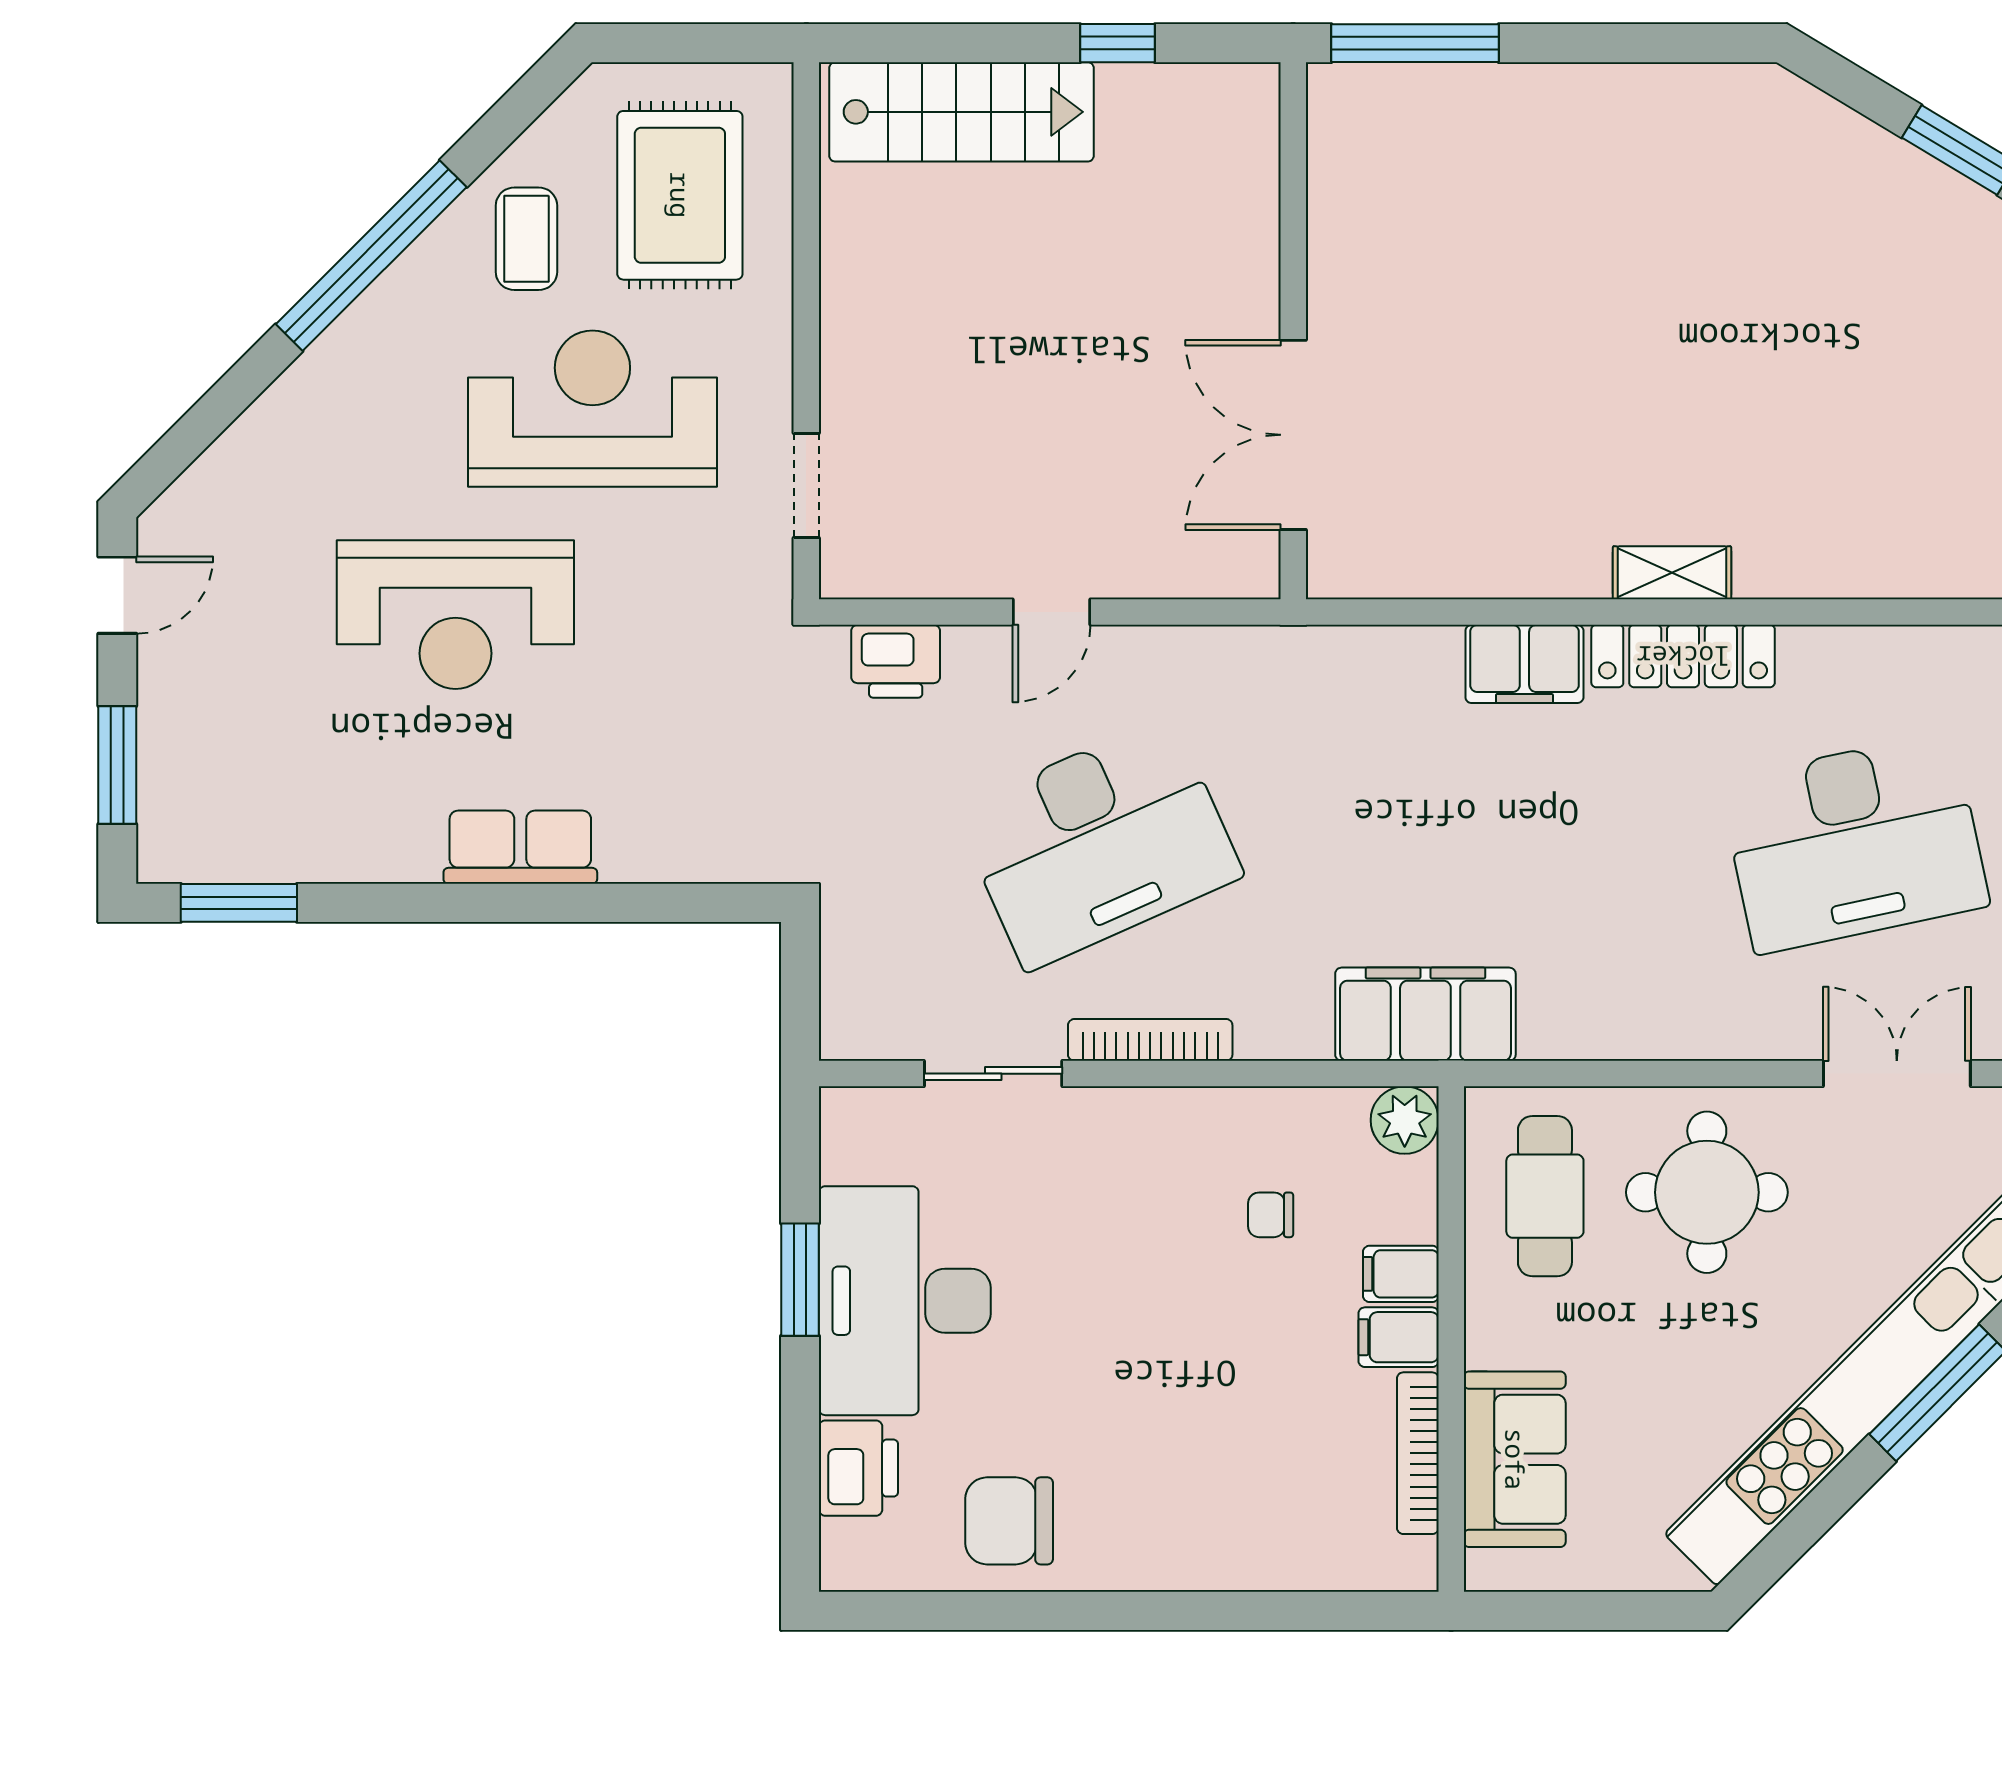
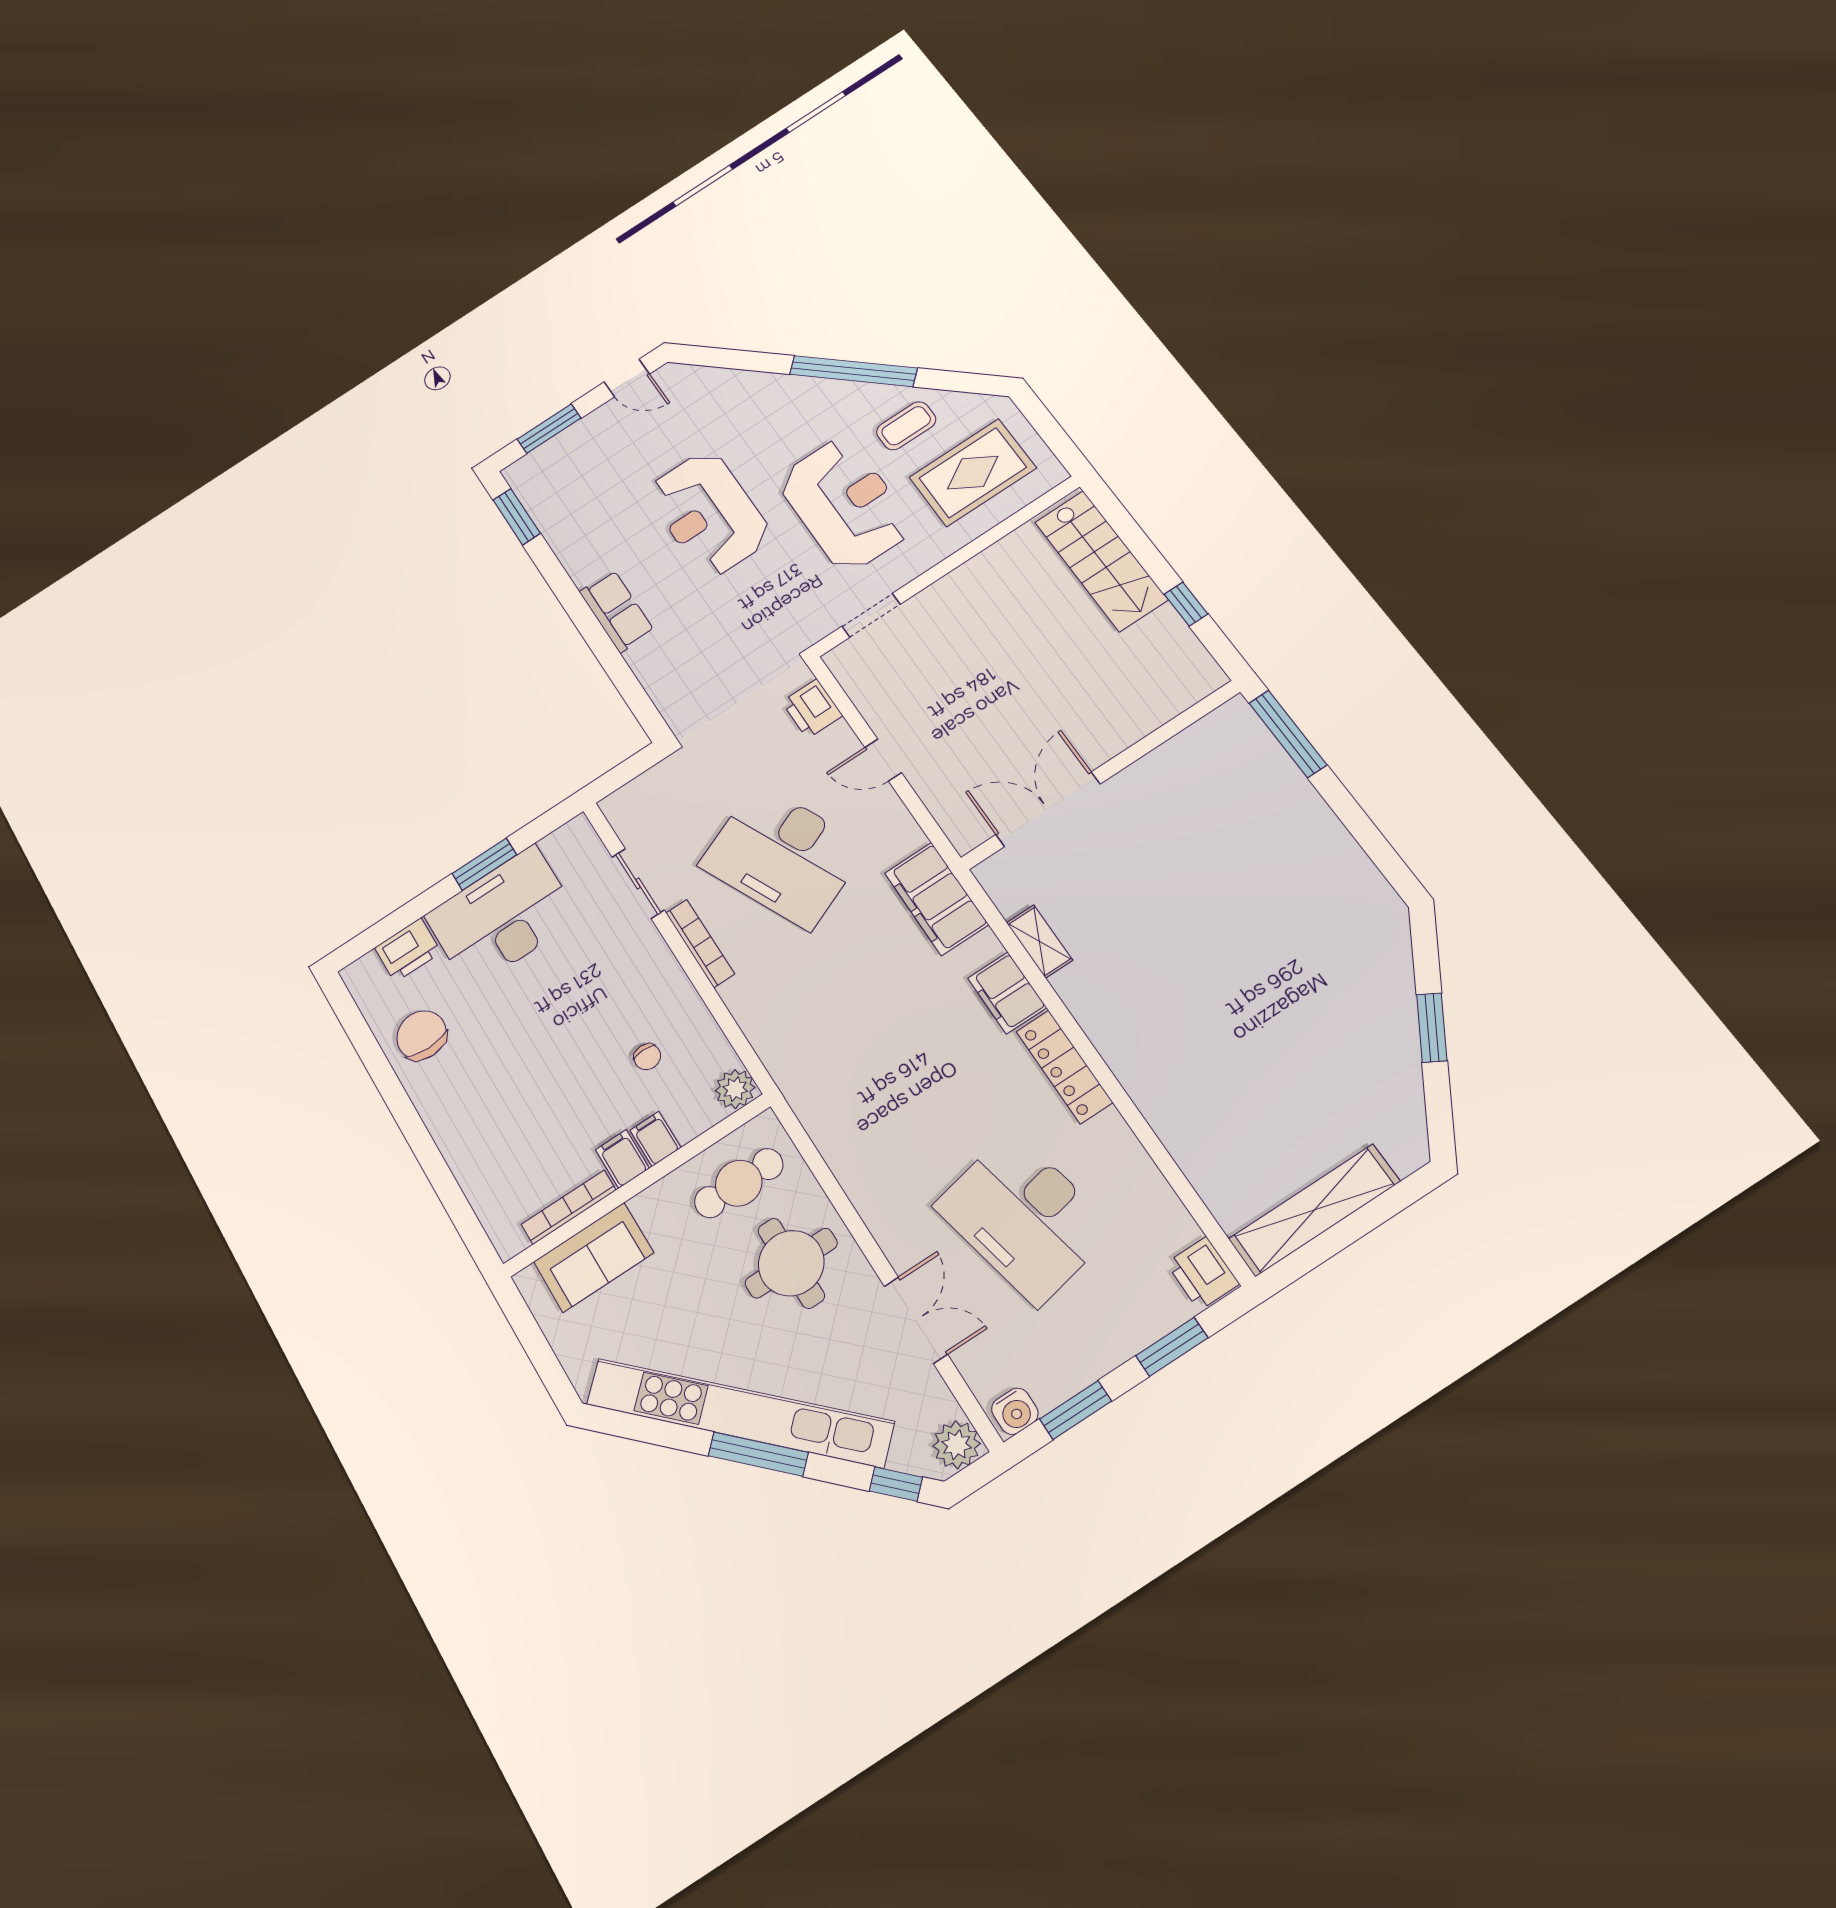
shelving: (1672, 573) -> (1039, 941), moved
filing cabinet: (1425, 1014) -> (936, 899), moved, turned 180
chair: (1271, 1215) -> (647, 1057), turned 180

